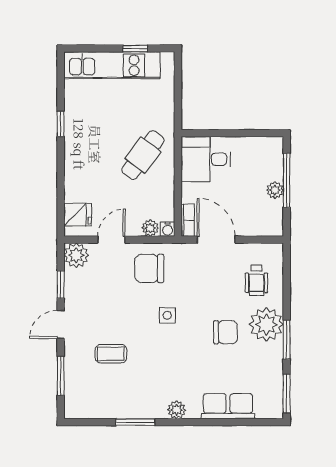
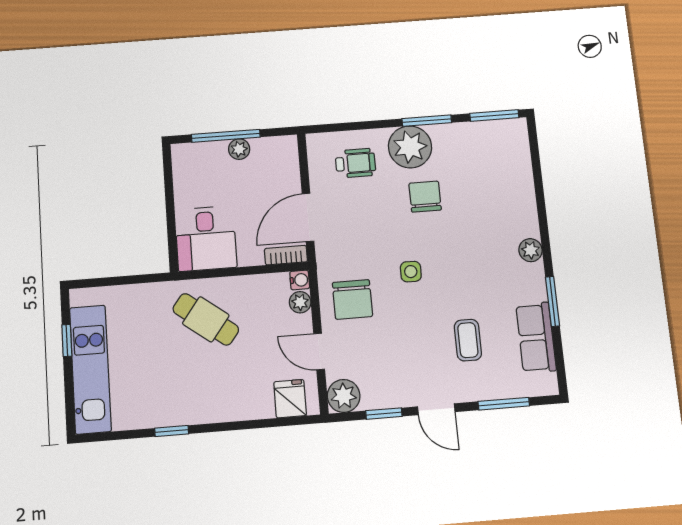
row of seats: (228, 406) -> (536, 337), moved

